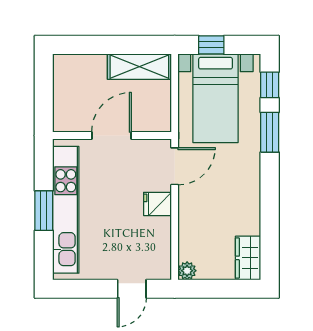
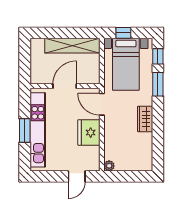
shelving: (139, 67) -> (72, 46), width x1.47
door: (175, 166) -> (102, 104), swing flipped
fridge: (157, 204) -> (89, 133), width x1.88, depth x1.34
wardrobe: (248, 258) -> (145, 119), moved

